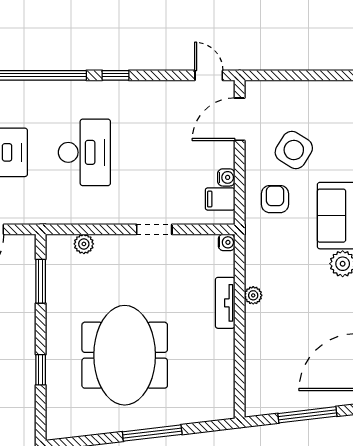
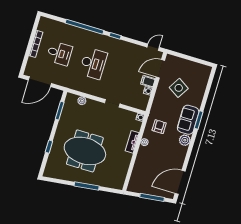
door: (209, 75) -> (153, 47), hinge flipped
filing cabinet: (220, 199) -> (148, 81), moved
armchair: (275, 199) -> (159, 127), moved
meeting table: (125, 355) -> (85, 151), turned 90

